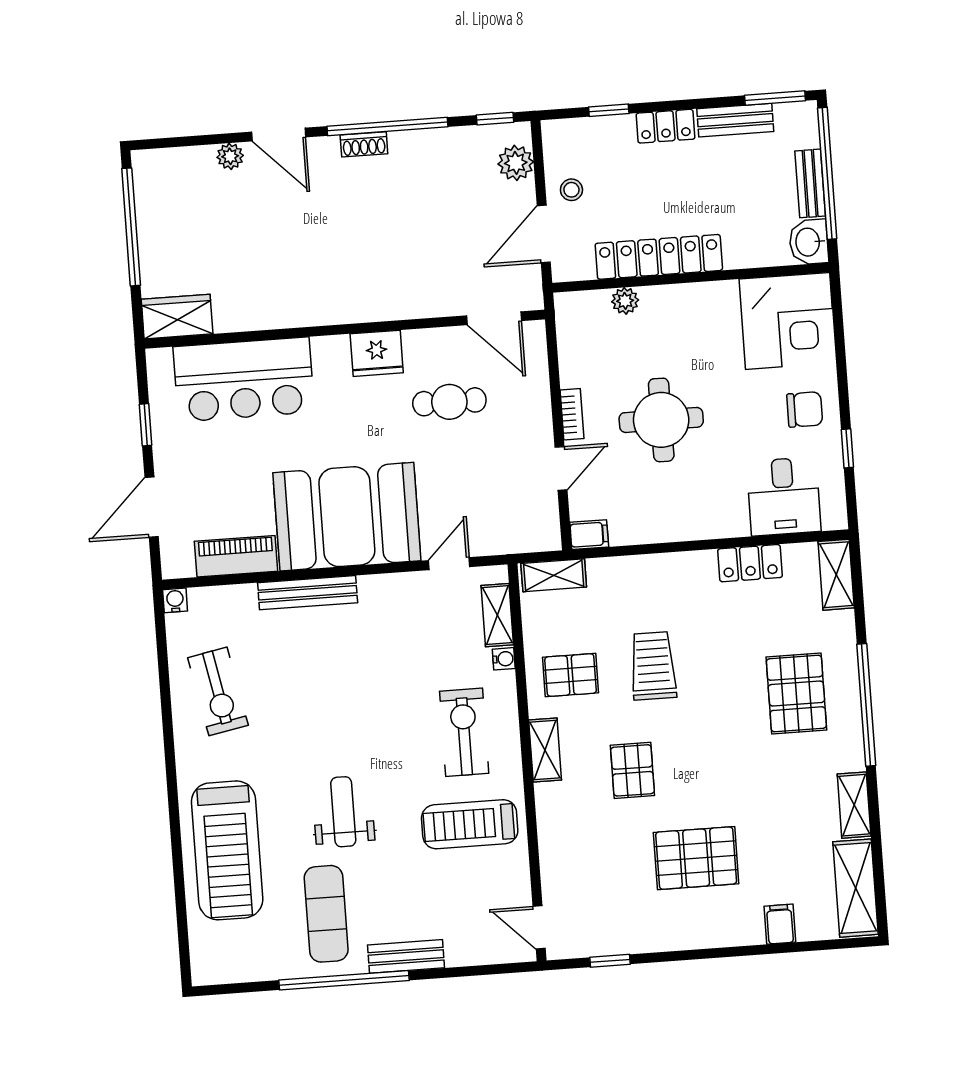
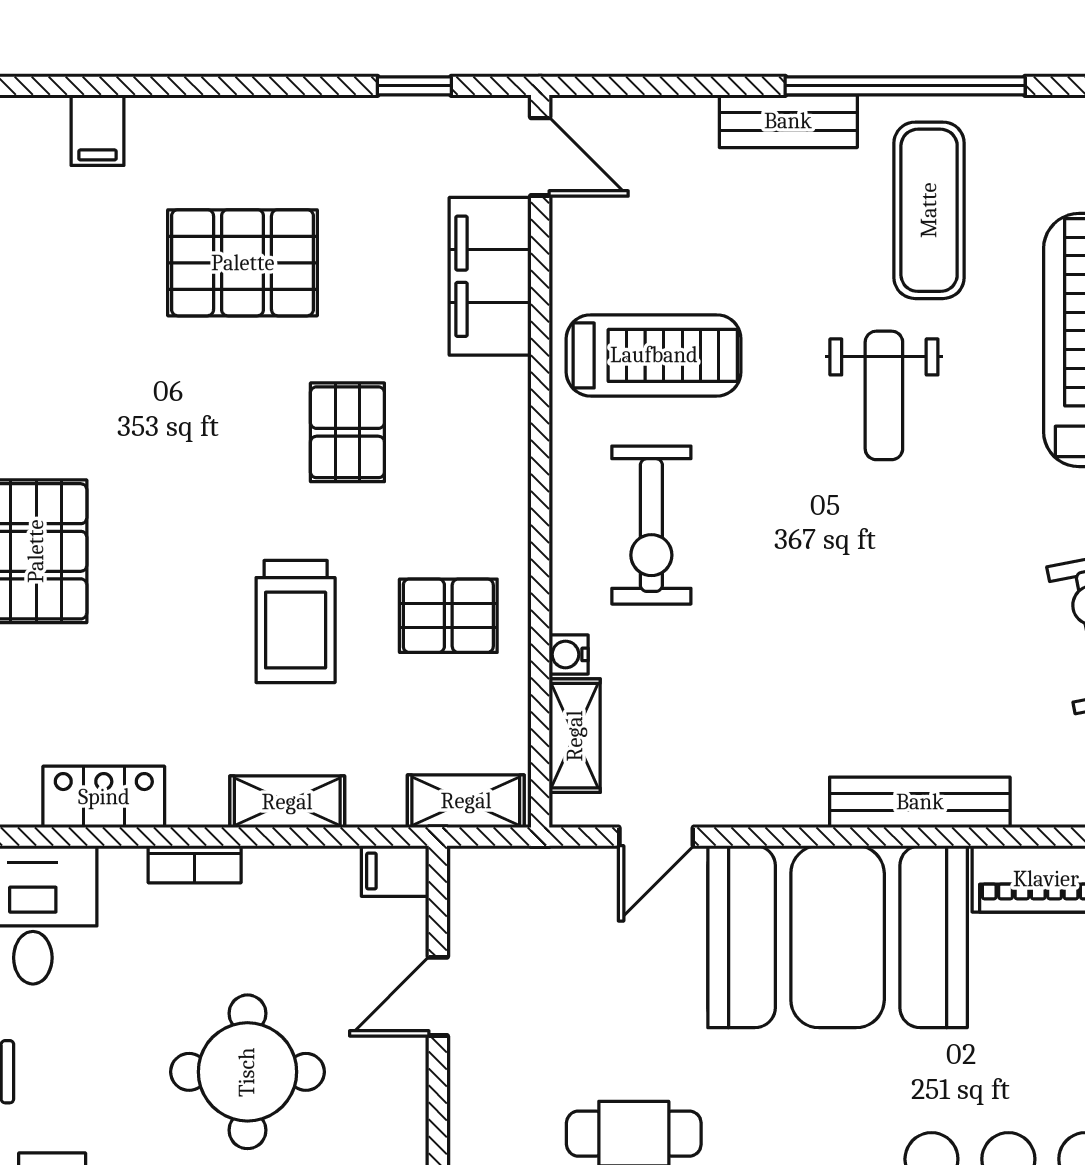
bookcase: (572, 414) -> (195, 864), moved, turned -90
shelving: (545, 750) -> (287, 802), moved, turned 90
filing cabinet: (561, 861) -> (490, 276), added

